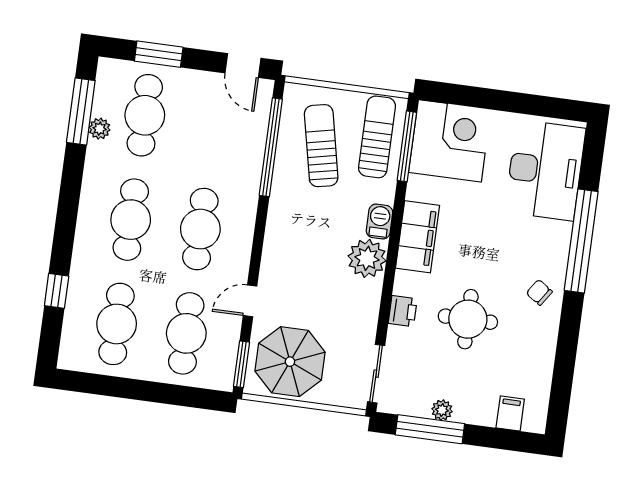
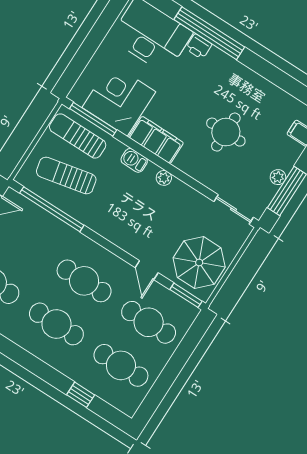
corner desk: (450, 141) -> (119, 100), moved
plant: (367, 258) -> (164, 178), width x0.53, depth x0.53
chair: (539, 292) -> (230, 77), removed
printer: (403, 311) -> (199, 46), moved, turned 180

